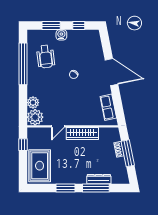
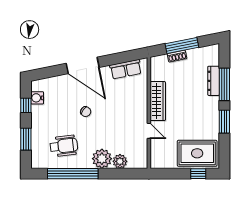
water cooler: (61, 35) -> (37, 98), moved
door: (111, 72) -> (83, 65), swing flipped
plant: (35, 117) -> (102, 159), moved
window: (23, 145) -> (198, 174), moved

